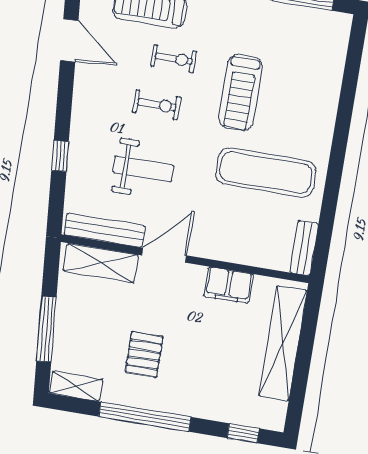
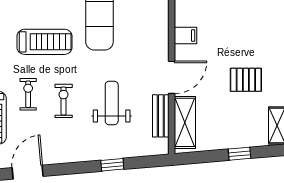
bench: (104, 230) -> (161, 116), width x0.73
door: (164, 255) -> (172, 77), swing flipped
filing cabinet: (228, 285) -> (185, 36), width x0.50
window: (46, 329) -> (239, 154), width x0.46

